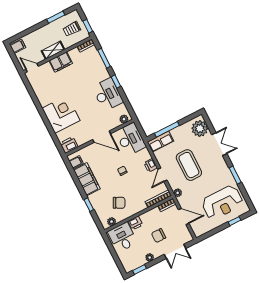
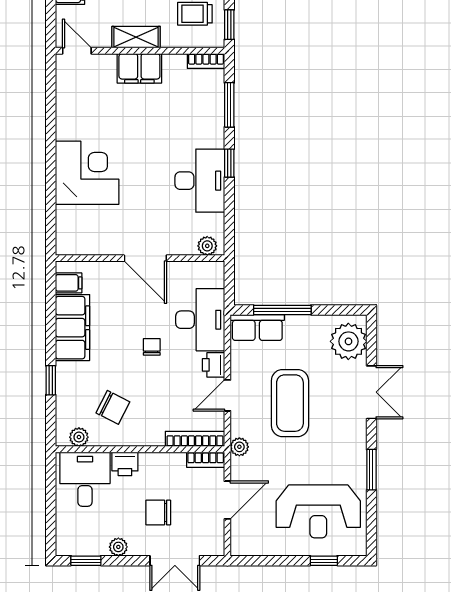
desk: (131, 139) -> (200, 320), moved
printer: (69, 145) -> (72, 242), removed
door: (184, 217) -> (227, 500), hinge flipped

